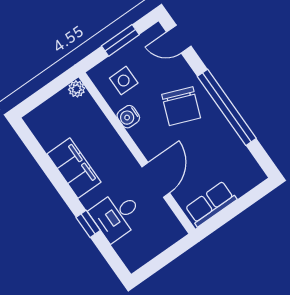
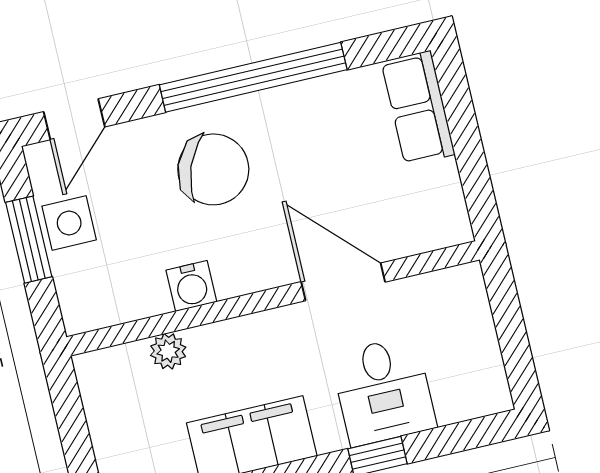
side table: (124, 81) -> (69, 223), moved
plant: (77, 89) -> (168, 351), moved
row of seats: (211, 204) -> (418, 108), moved

